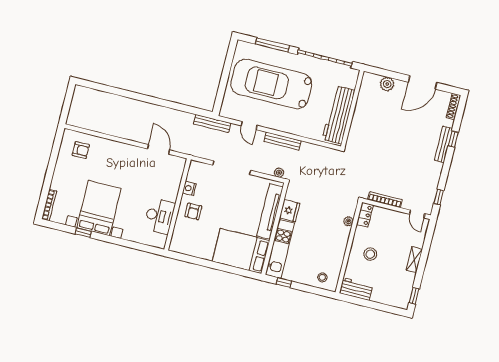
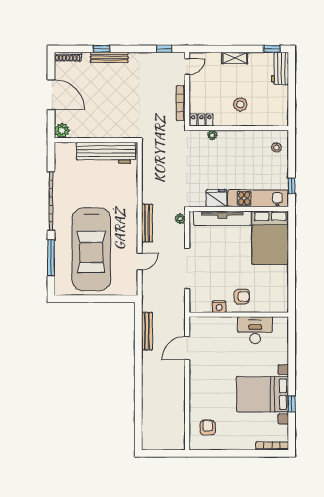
wall: (352, 109) -> (96, 140), moved
workbench: (338, 115) -> (106, 153), moved
bench: (212, 123) -> (147, 331), moved
workbench: (356, 289) -> (280, 68), moved

